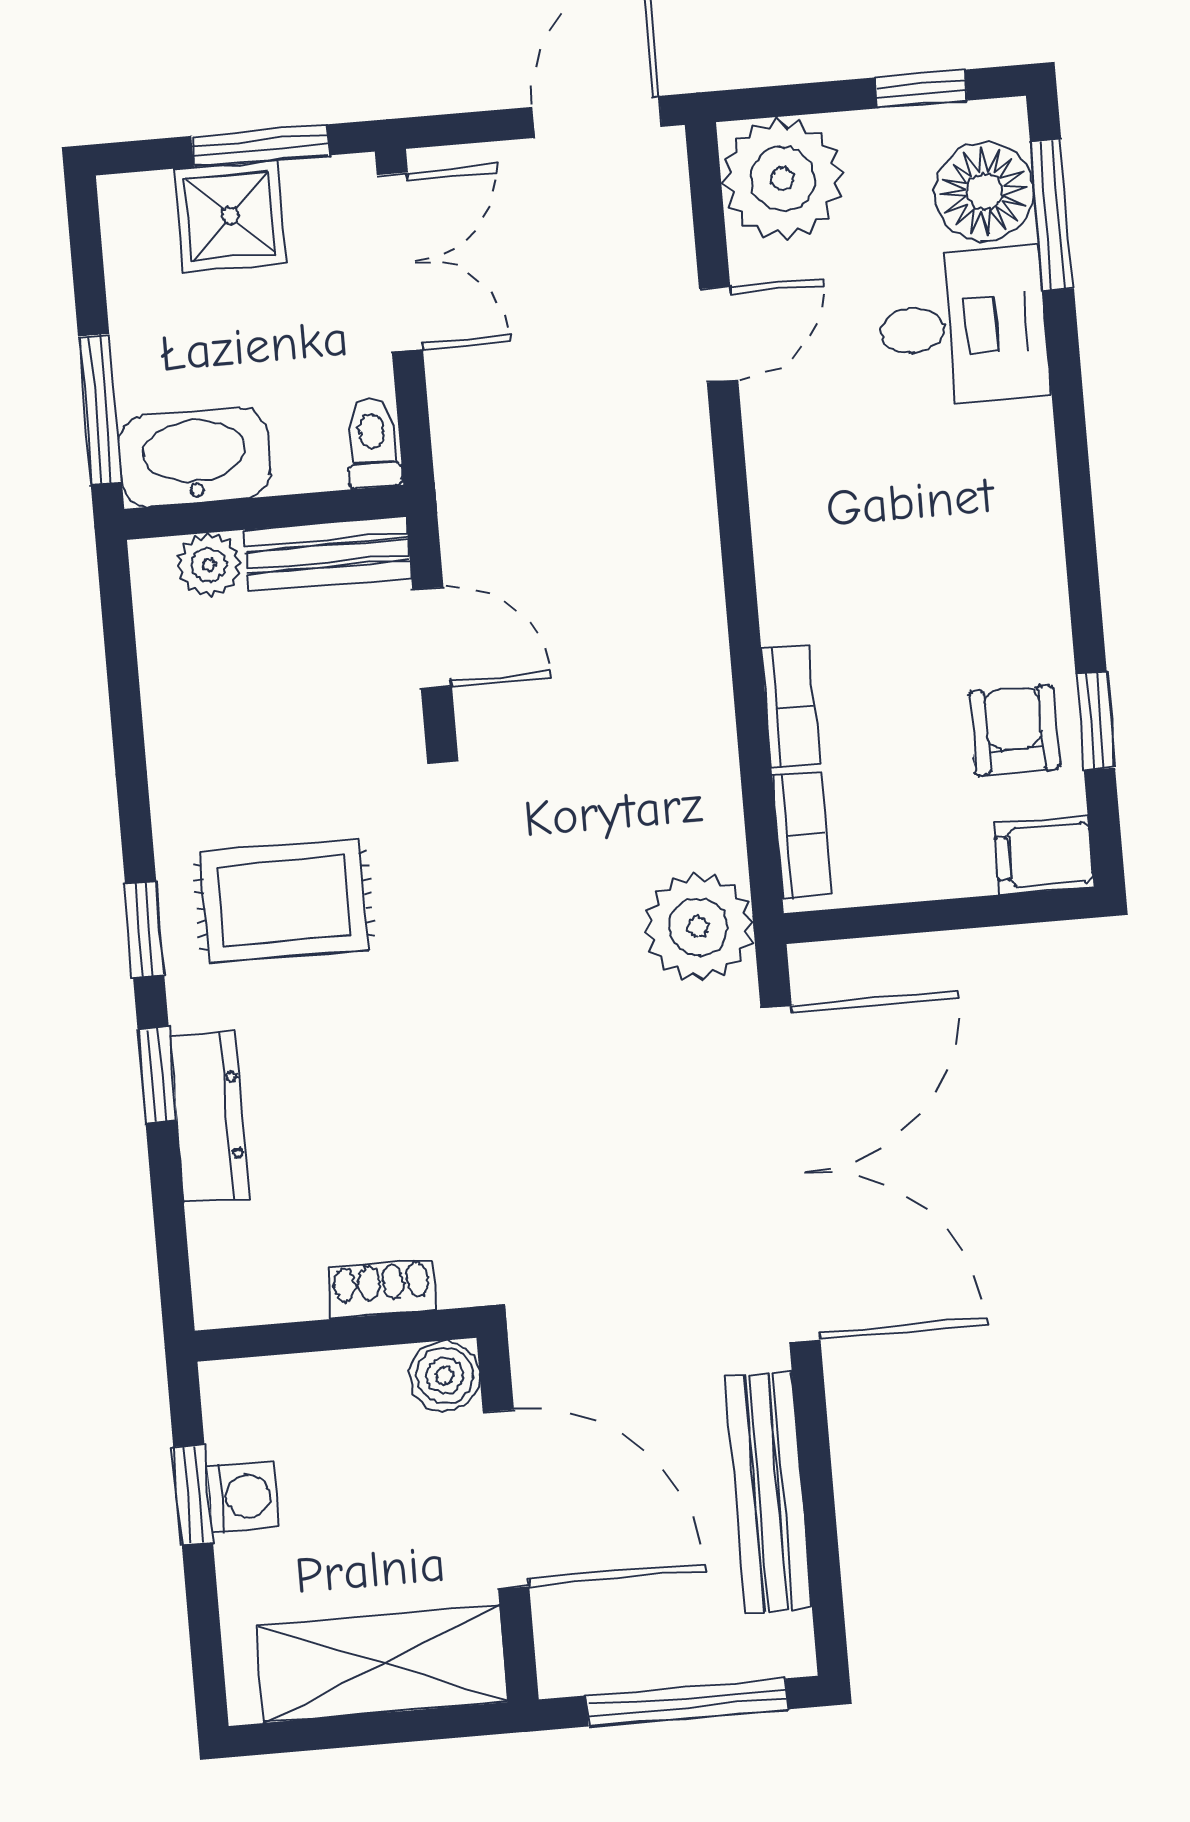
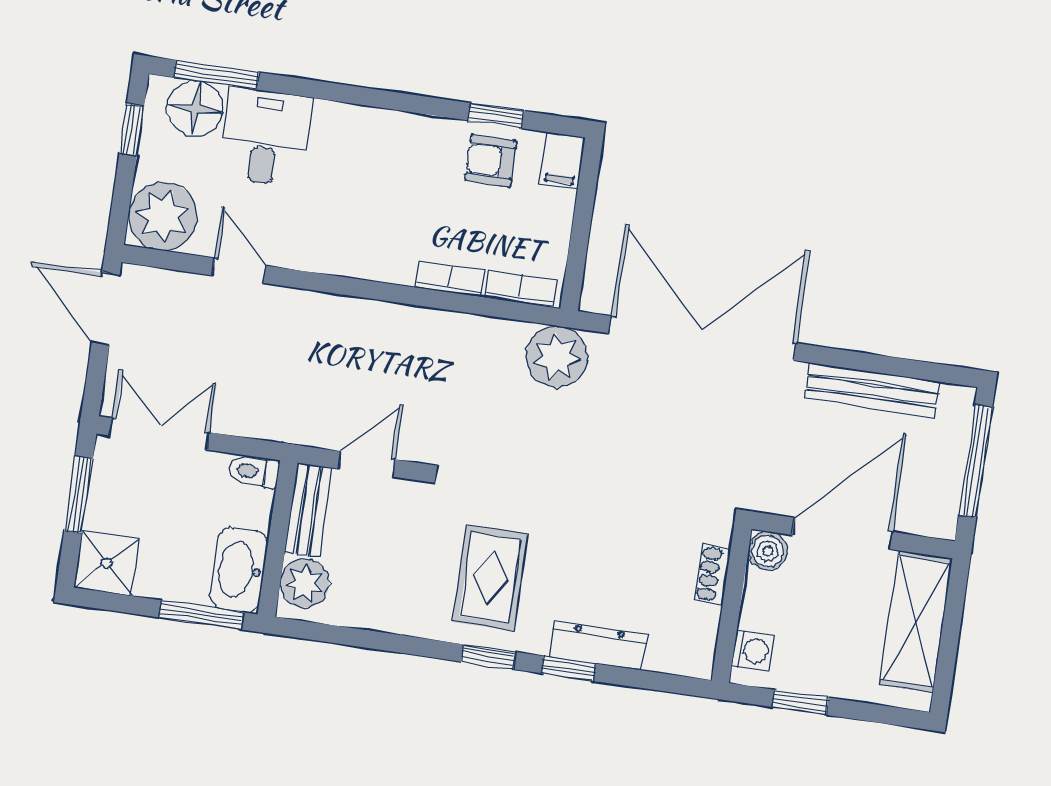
shower: (230, 216) -> (106, 563), moved
plant: (209, 565) -> (304, 583), width x1.38, depth x1.38
washing machine: (243, 1497) -> (753, 651), moved, turned 90

